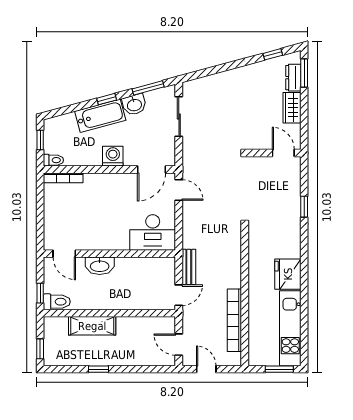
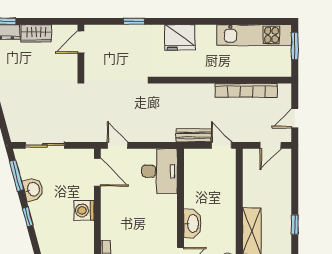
bathtub: (100, 116) -> (44, 223), removed
door: (179, 190) -> (118, 145), hinge flipped
fridge: (288, 274) -> (180, 37), moved

